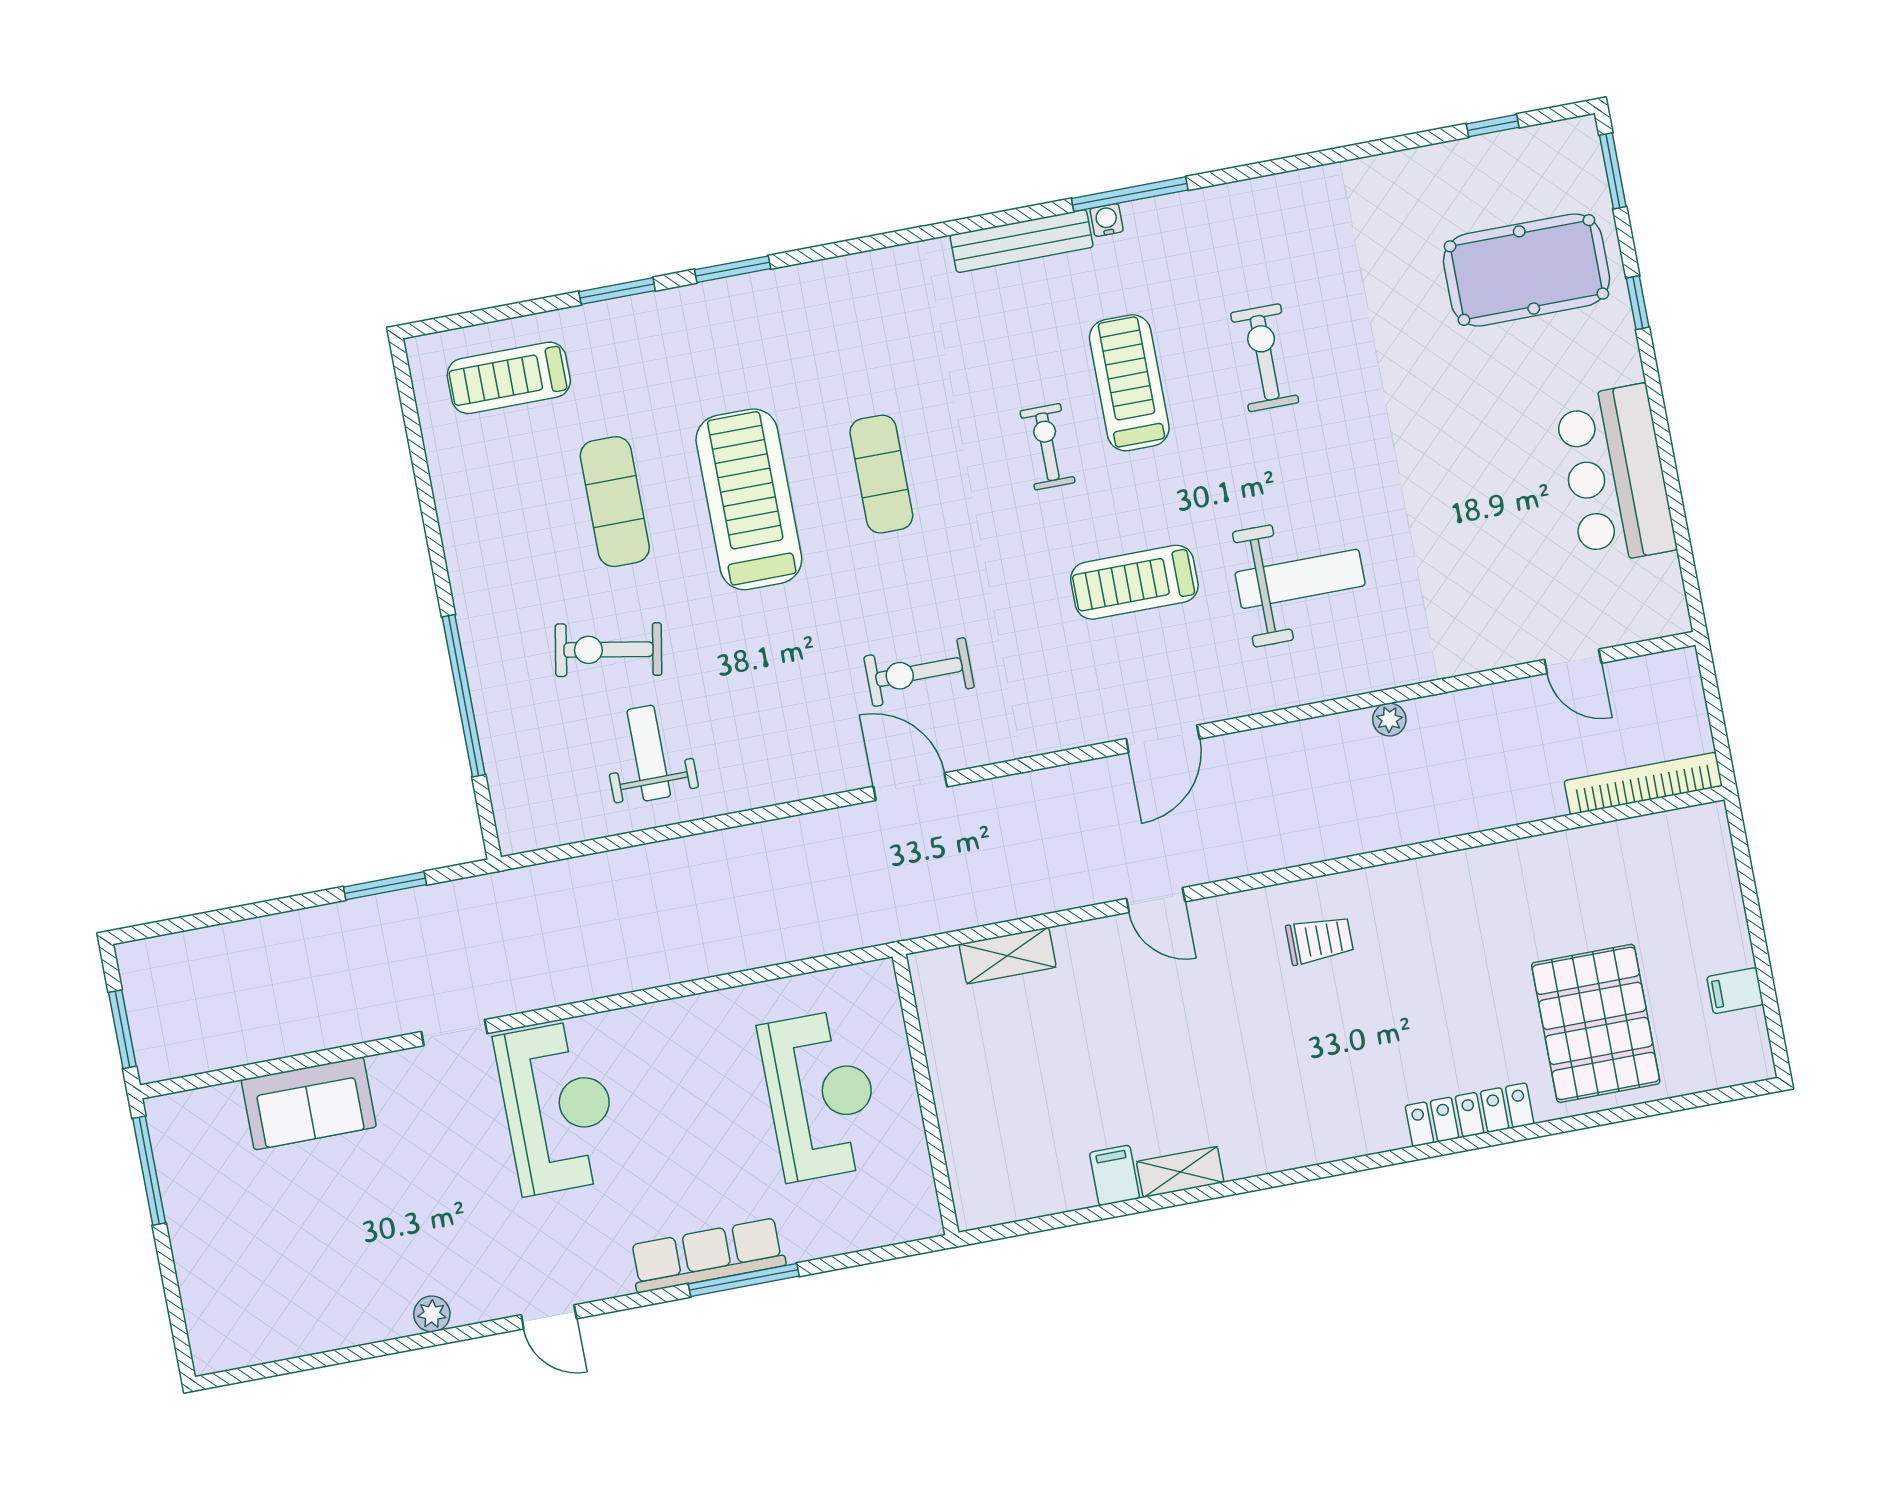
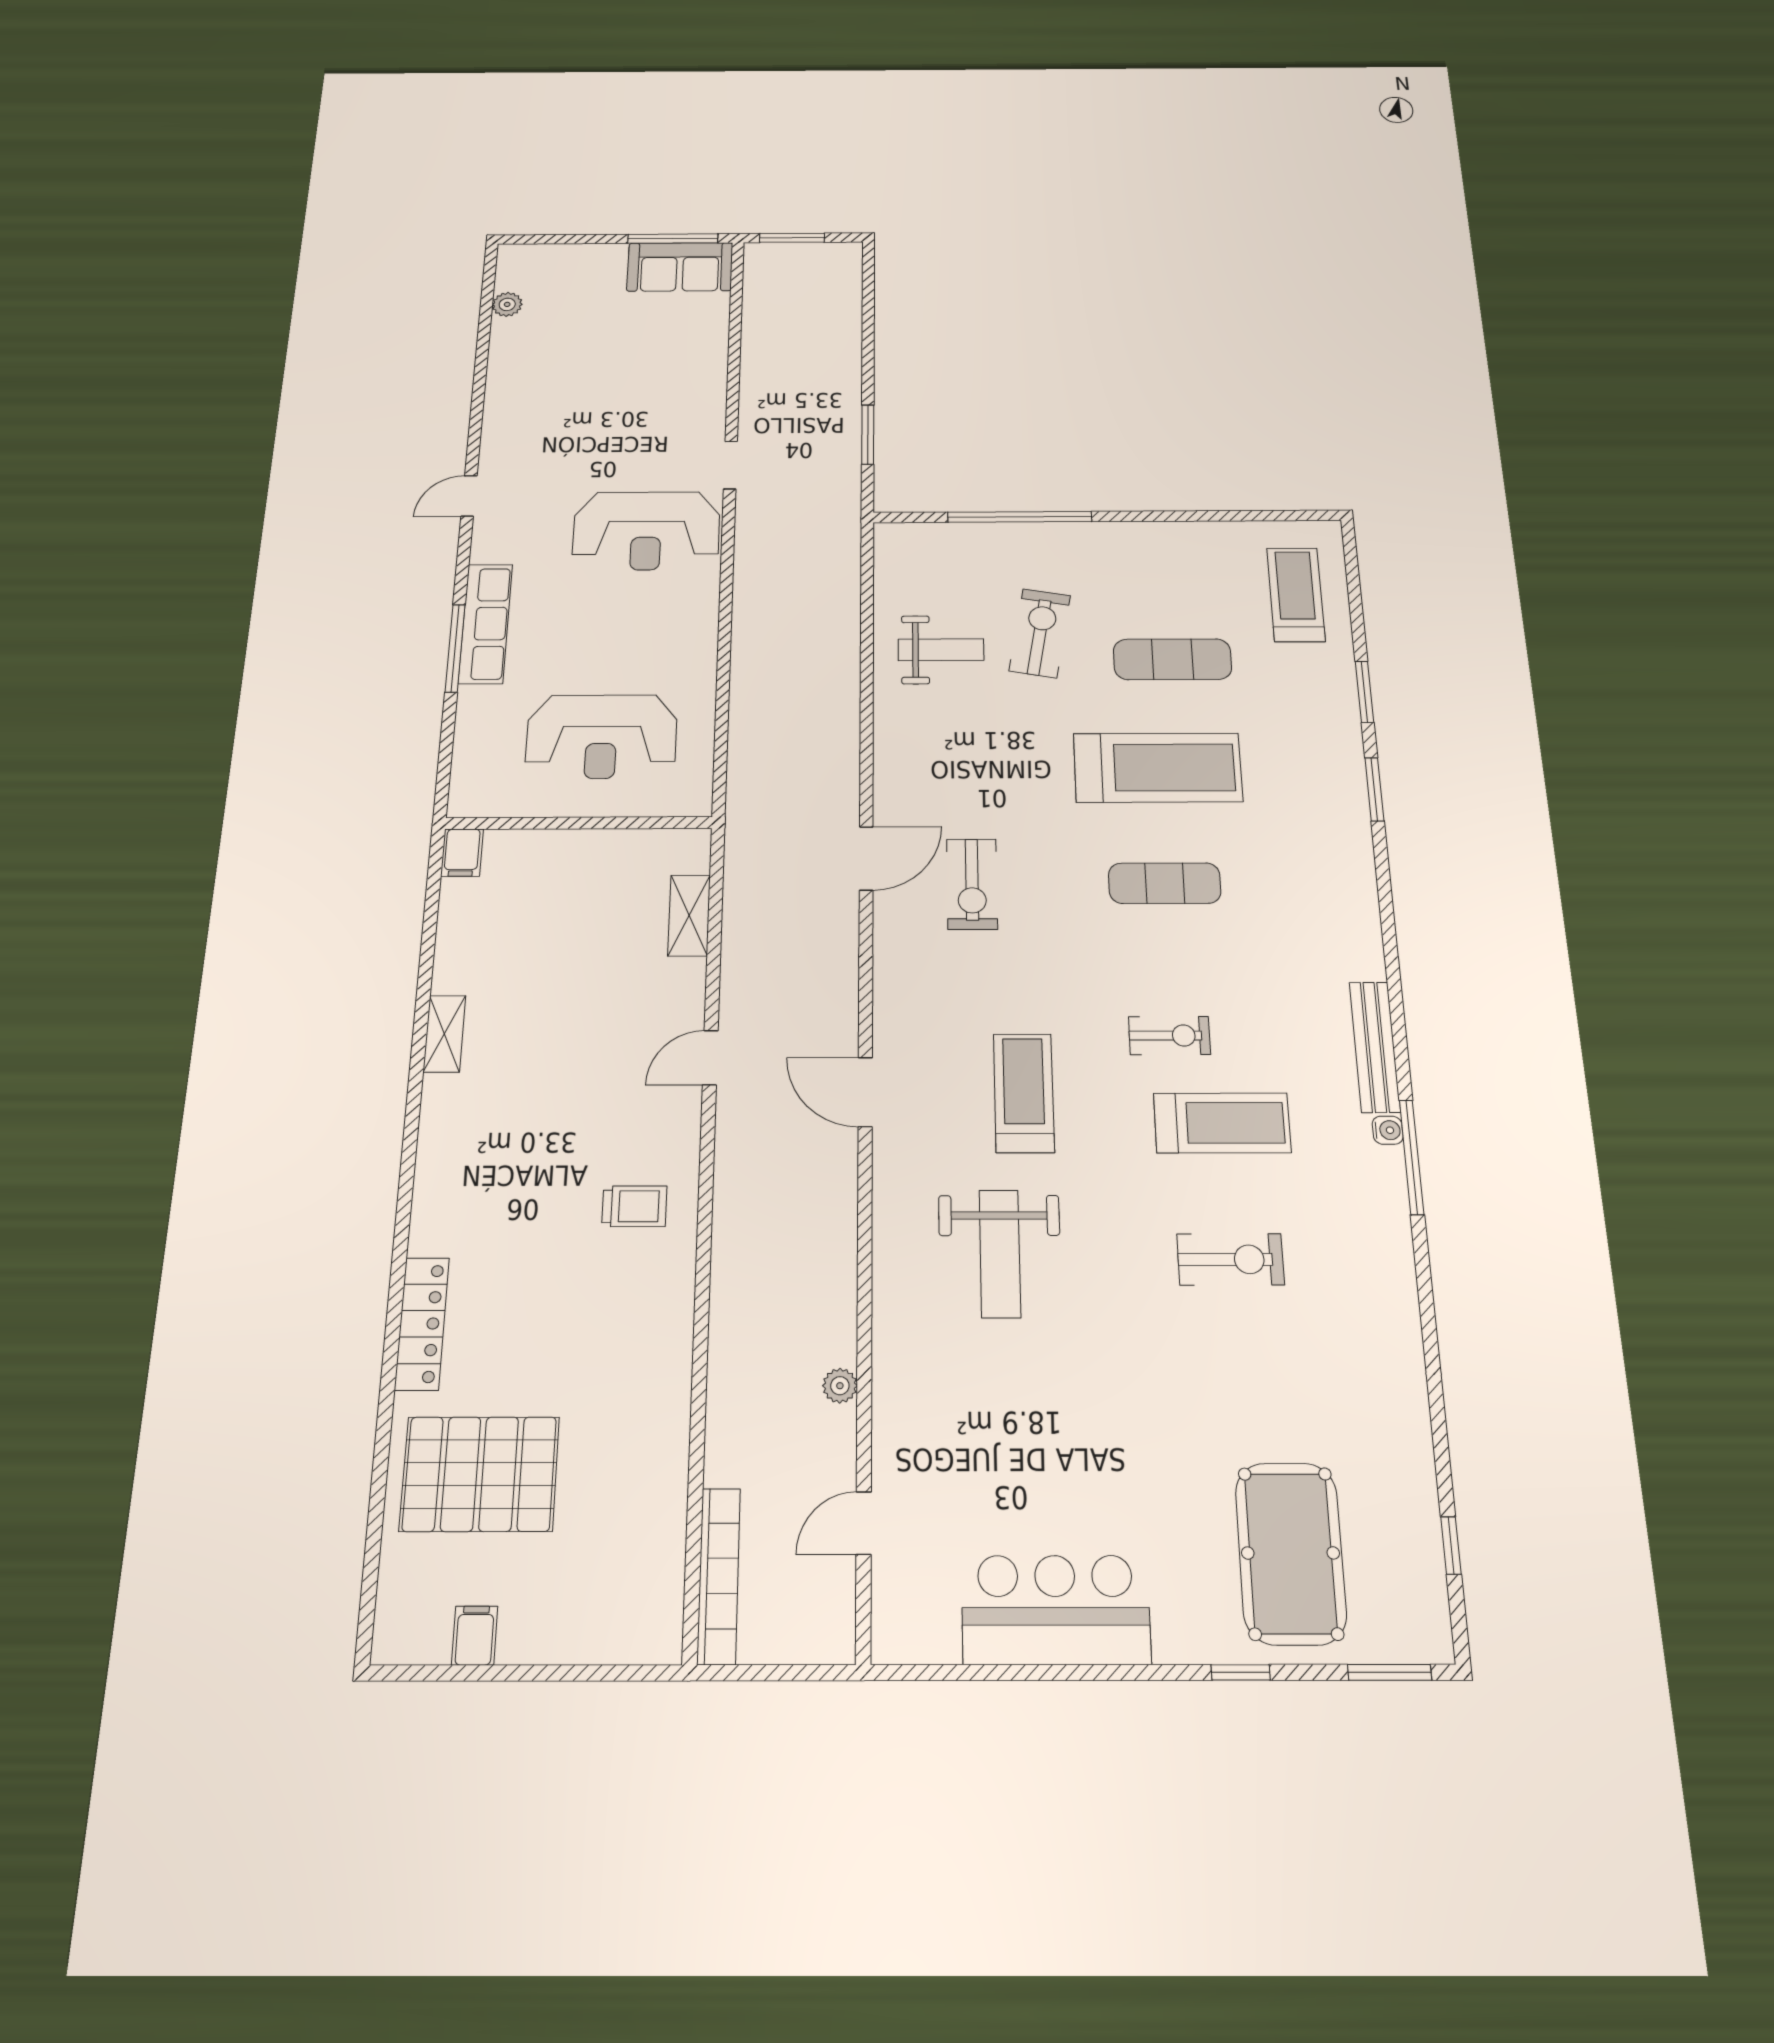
exercise bike: (919, 672) -> (972, 884), turned 180
plant: (1389, 720) -> (840, 1386), moved
trolley: (1320, 940) -> (634, 1206), turned -90
sofa: (309, 1103) -> (680, 267), moved, turned -90
filing cabinet: (1115, 1175) -> (462, 853), moved, turned 90
plant: (432, 1314) -> (507, 304), moved

